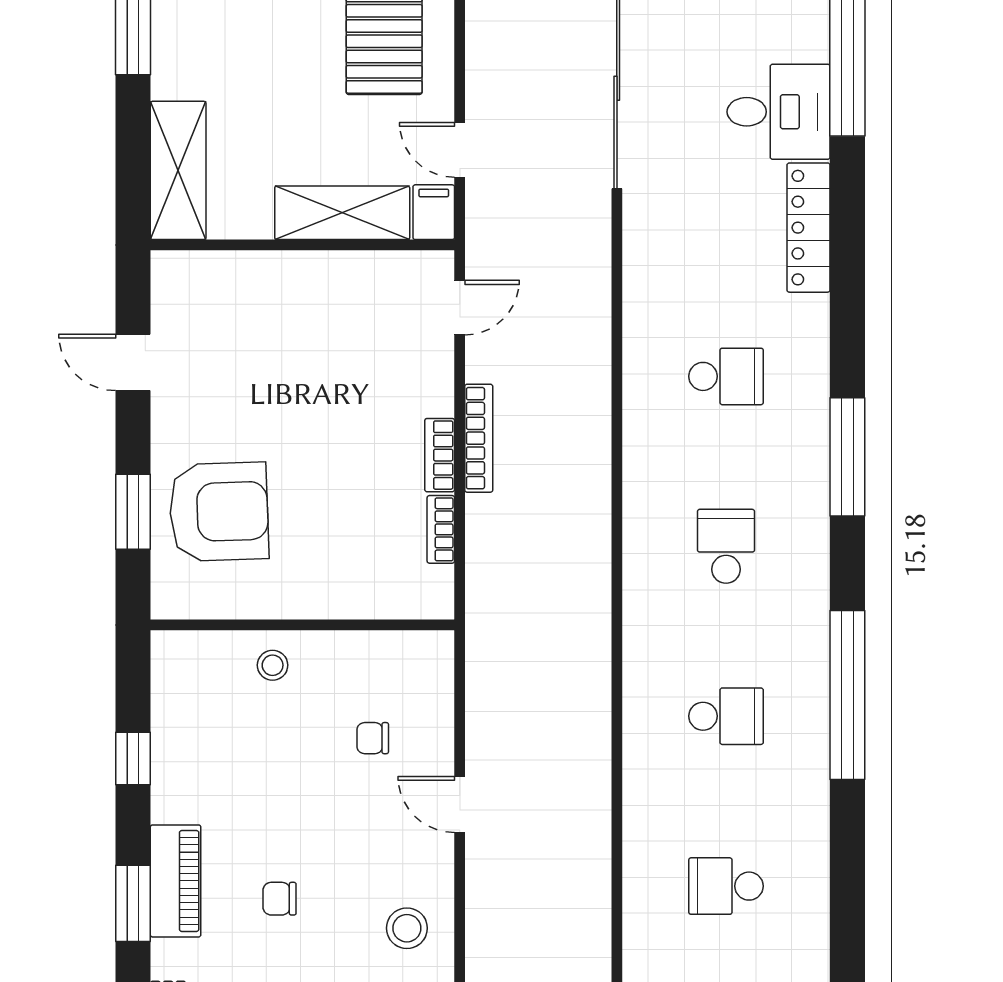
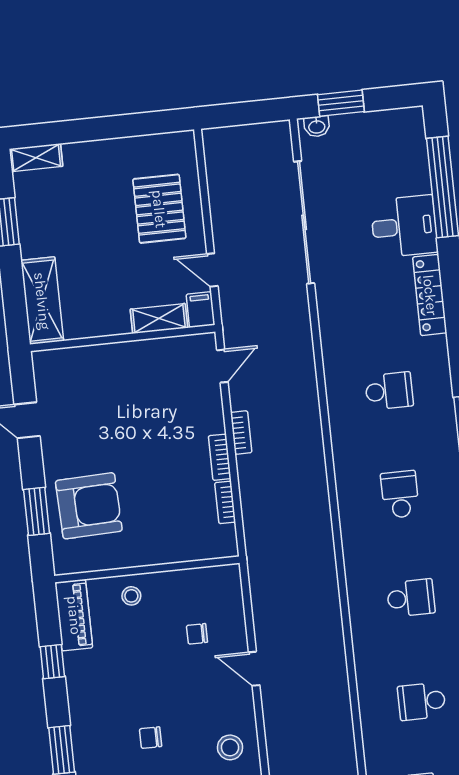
shelving: (342, 213) -> (159, 319), width x0.67, depth x0.75
bookcase: (479, 438) -> (241, 433), width x0.64
piano: (176, 881) -> (74, 615), moved

